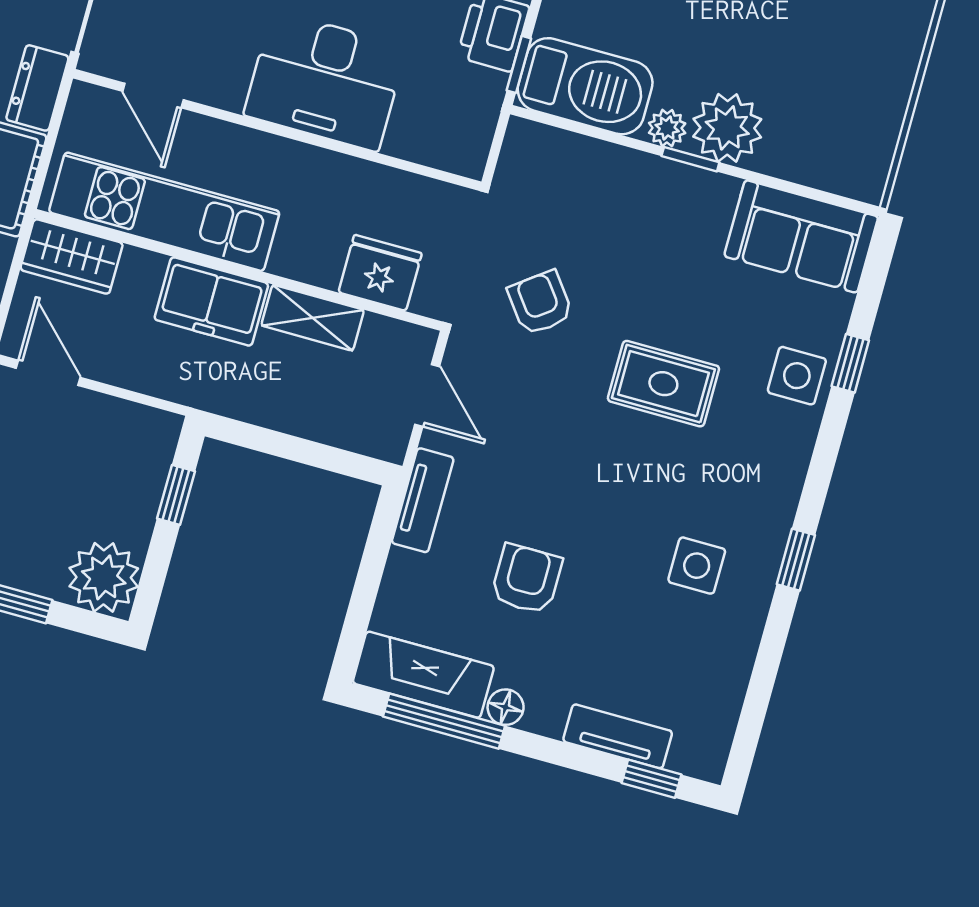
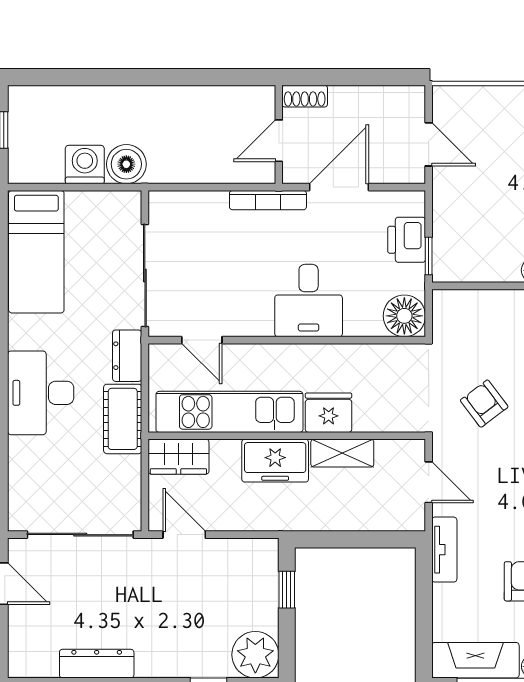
desk: (325, 81) -> (309, 301), width x0.73
barbecue: (585, 86) -> (474, 258), removed
floor lamp: (459, 142) -> (404, 316), added
fridge: (380, 273) -> (329, 413), moved

